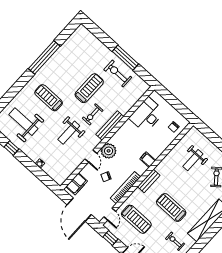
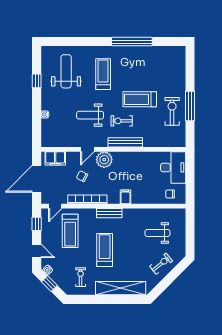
treadmill: (89, 88) -> (140, 99), turned 180
desk: (147, 115) -> (173, 167), moved, turned 90

